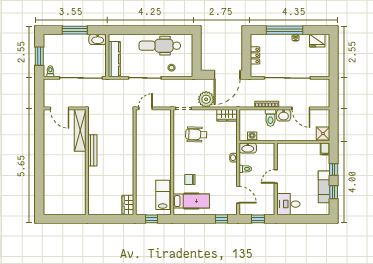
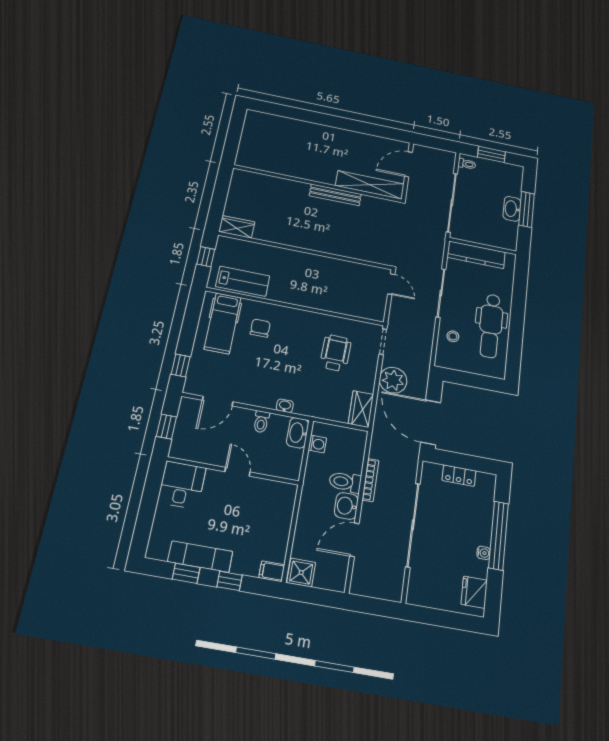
washbasin: (98, 39) -> (512, 209), moved
dental chair: (160, 46) -> (491, 326), turned 180

